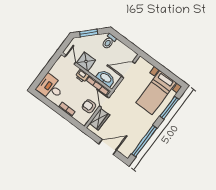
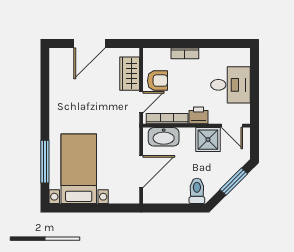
desk: (50, 87) -> (230, 85), moved
door: (104, 102) -> (141, 102), hinge flipped
window: (144, 141) -> (45, 89), removed

